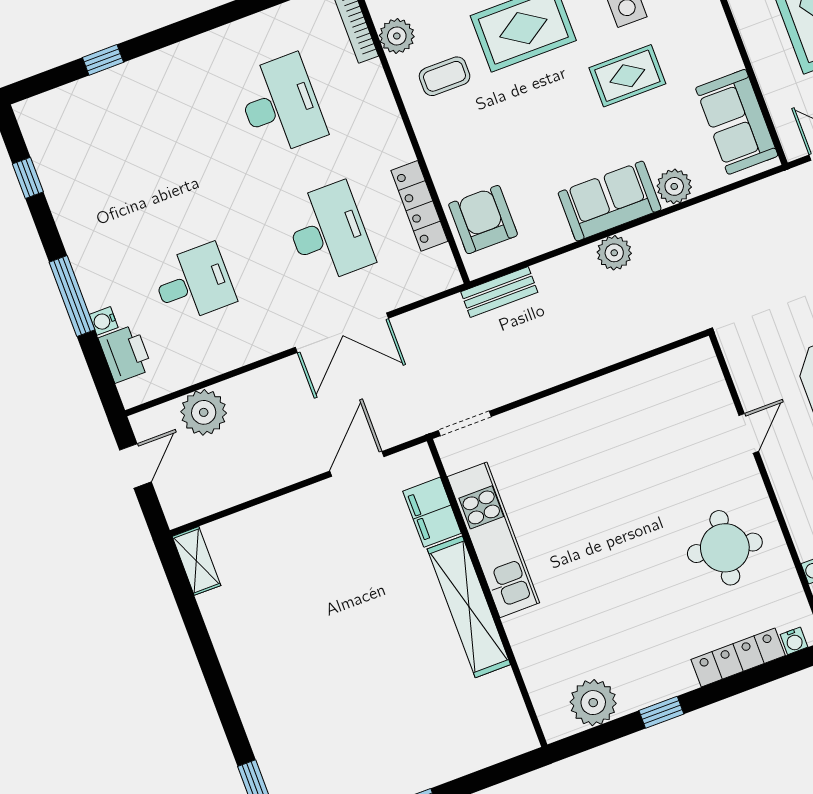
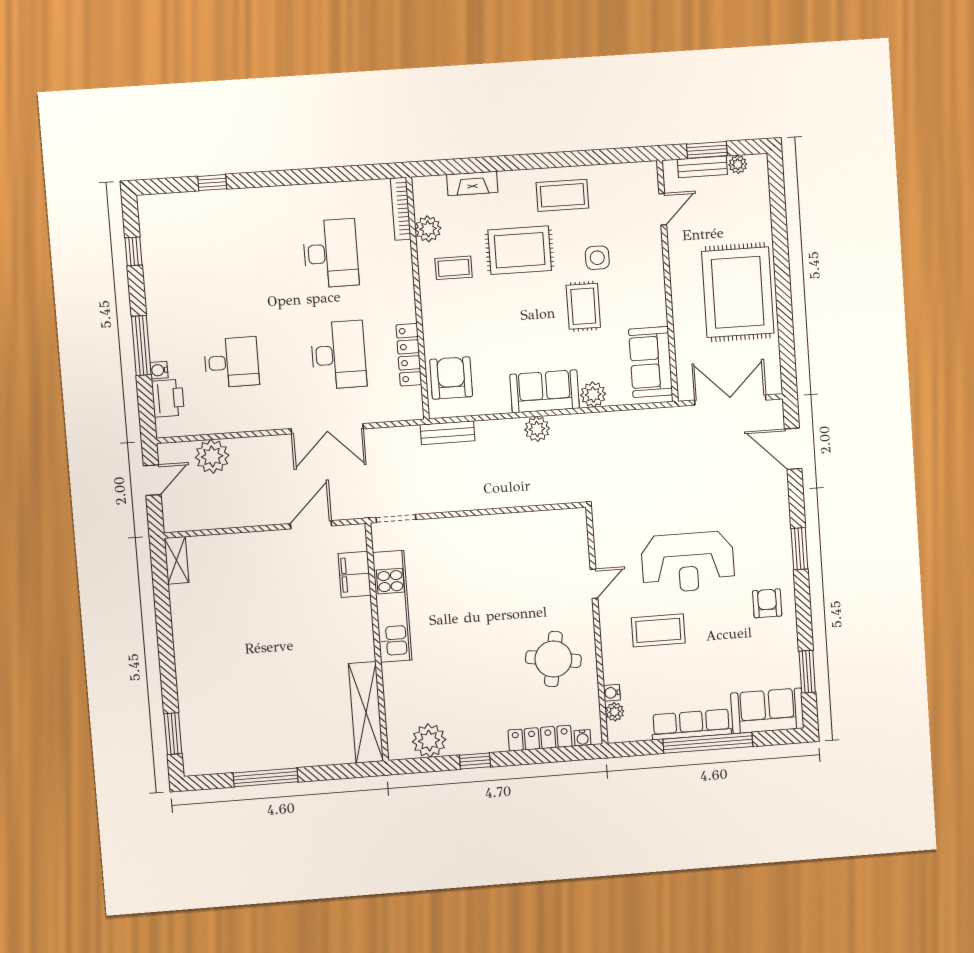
rug: (627, 76) -> (583, 306), turned 90
shelving: (469, 607) -> (366, 712), moved

